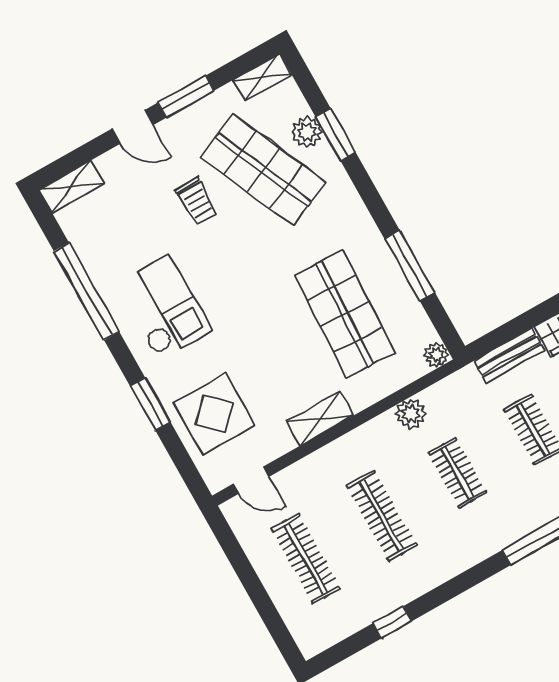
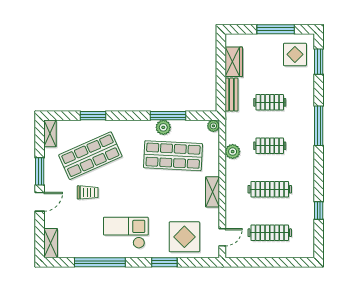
plant: (307, 132) -> (163, 127), moved

